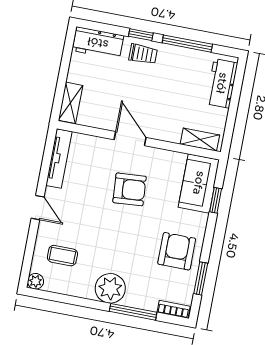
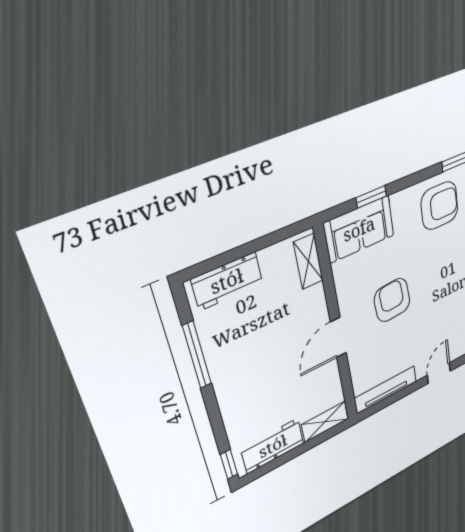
window: (141, 35) -> (229, 464), moved
workbench: (98, 43) -> (273, 446), moved, turned -90
trolley: (143, 54) -> (236, 393), removed
armchair: (177, 251) -> (440, 206), turned 180

